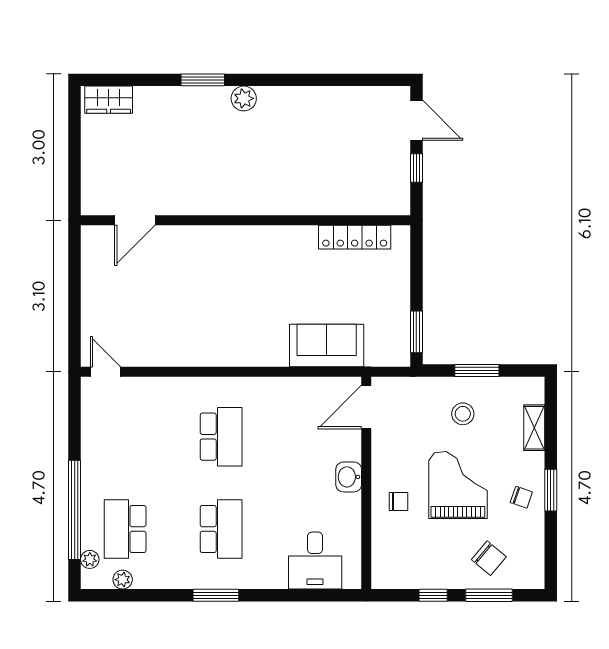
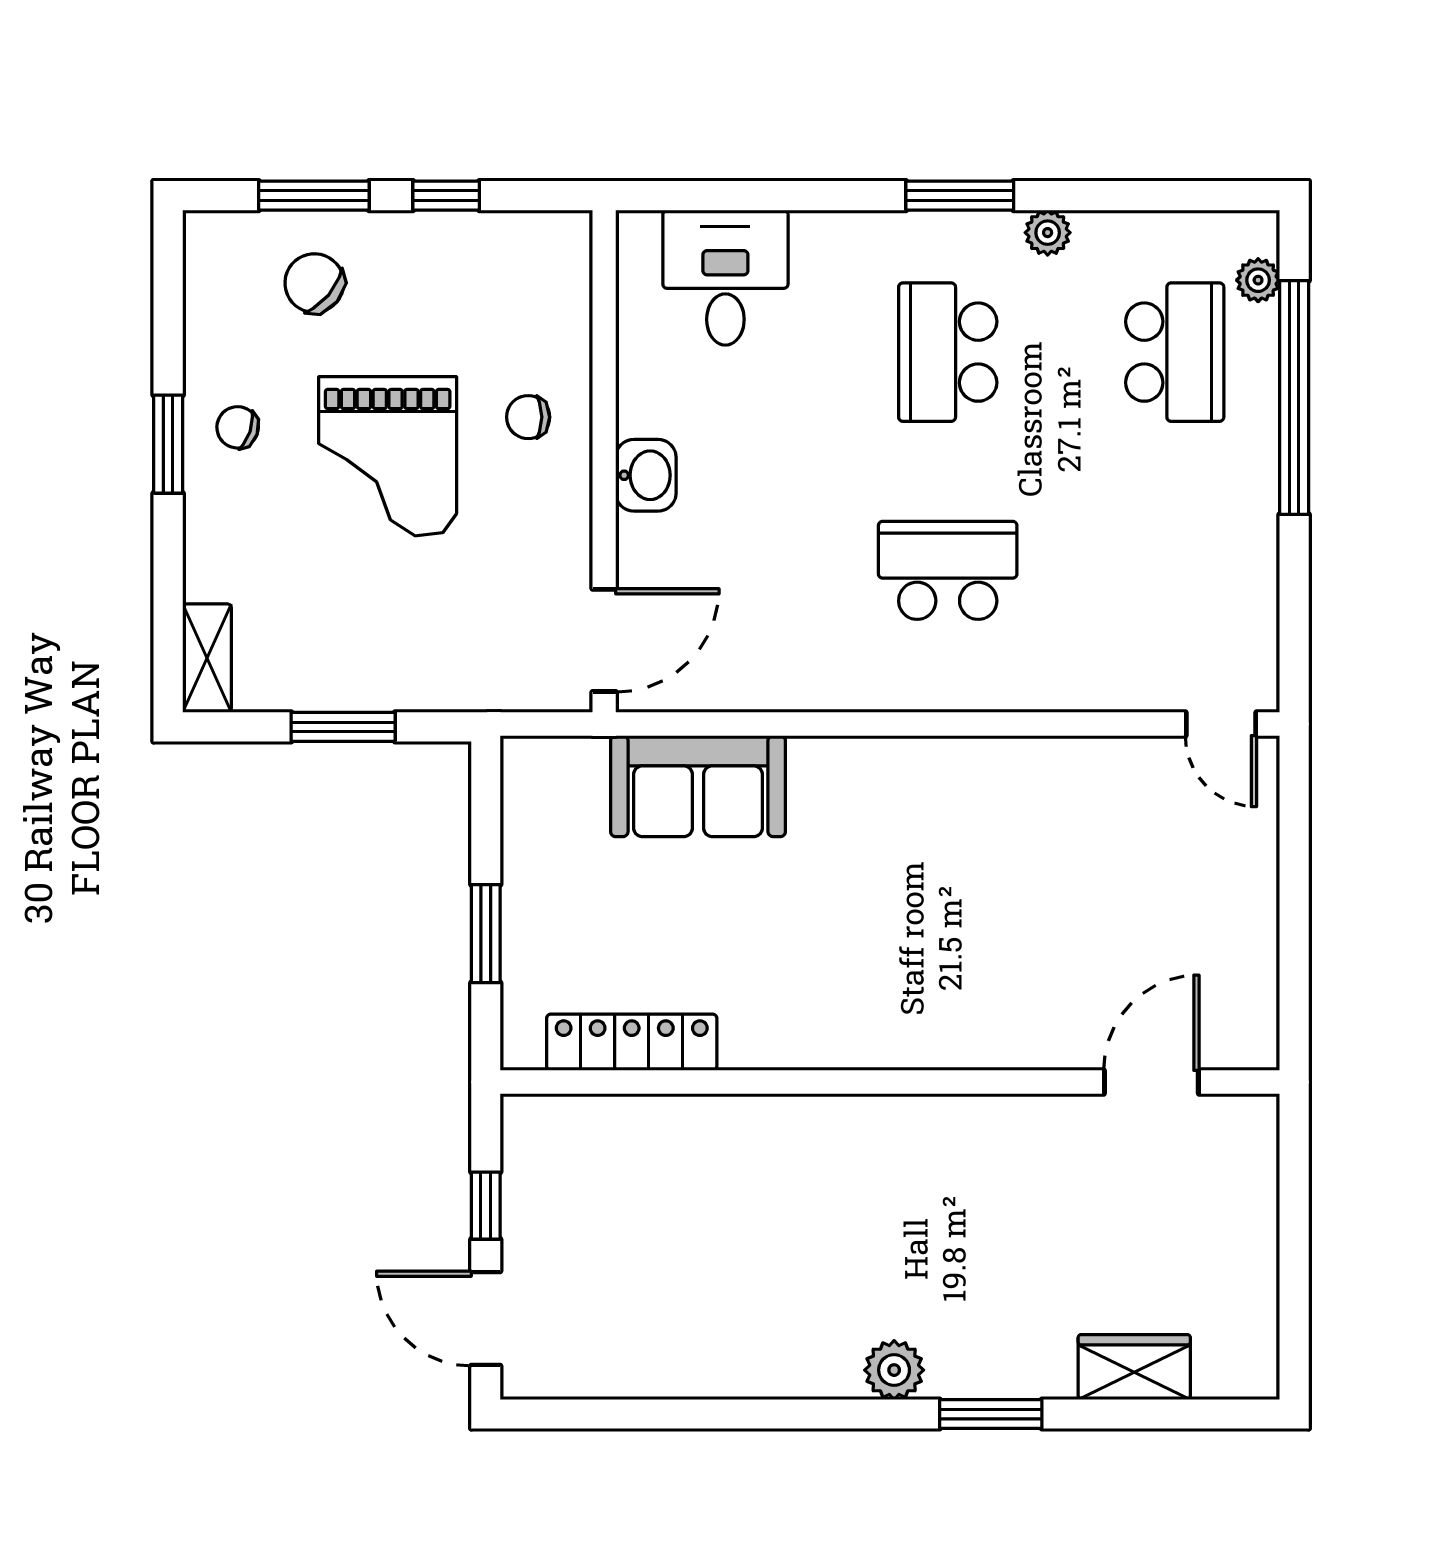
wardrobe: (109, 100) -> (1134, 1367), moved
window: (416, 332) -> (486, 934), moved
stool: (463, 414) -> (376, 624), removed
shelving: (534, 428) -> (207, 658), moved
school desk: (221, 437) -> (948, 570), turned 90
plant: (123, 580) -> (1048, 233), moved

